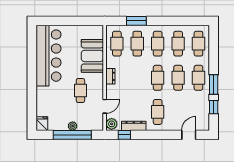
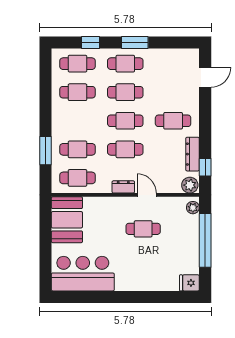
cafe table: (158, 44) -> (125, 149), moved
bar counter: (48, 56) -> (83, 274), width x0.73
booth: (92, 56) -> (67, 220), moved, turned 90
door: (105, 106) -> (147, 195), moved
window: (214, 107) -> (90, 42), moved
plant: (73, 126) -> (193, 208), moved
door: (189, 135) -> (205, 77), swing flipped

